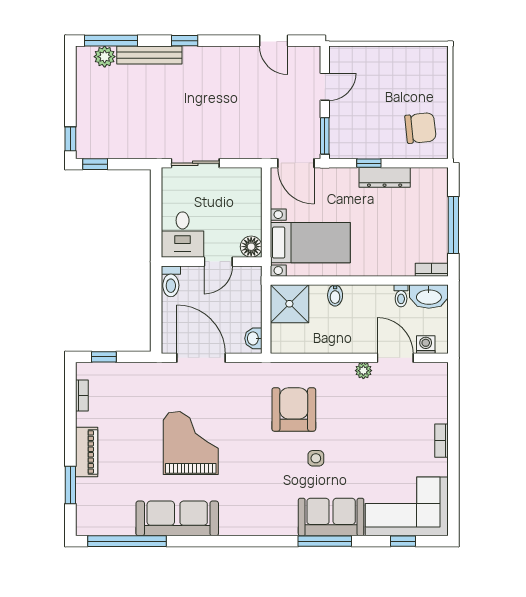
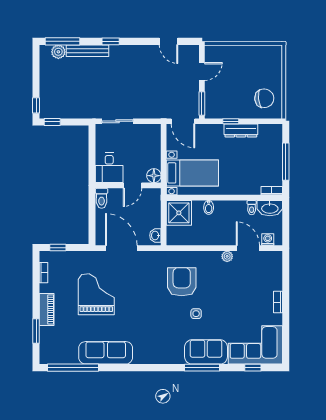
grand piano: (191, 443) -> (96, 294), moved

